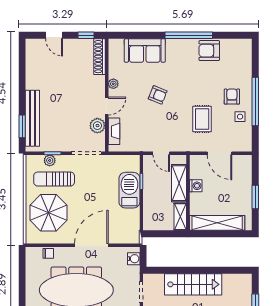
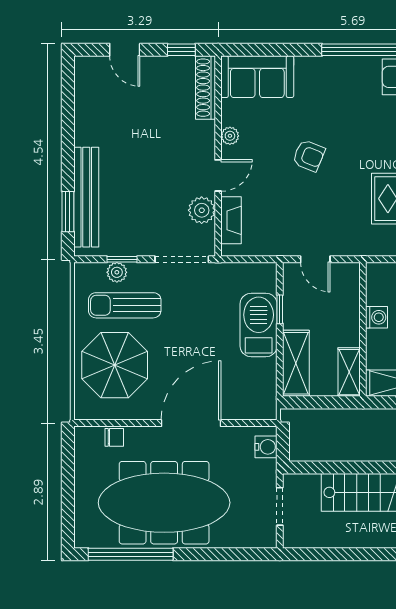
sofa: (145, 50) -> (257, 77), moved
shelving: (179, 183) -> (296, 363), moved

